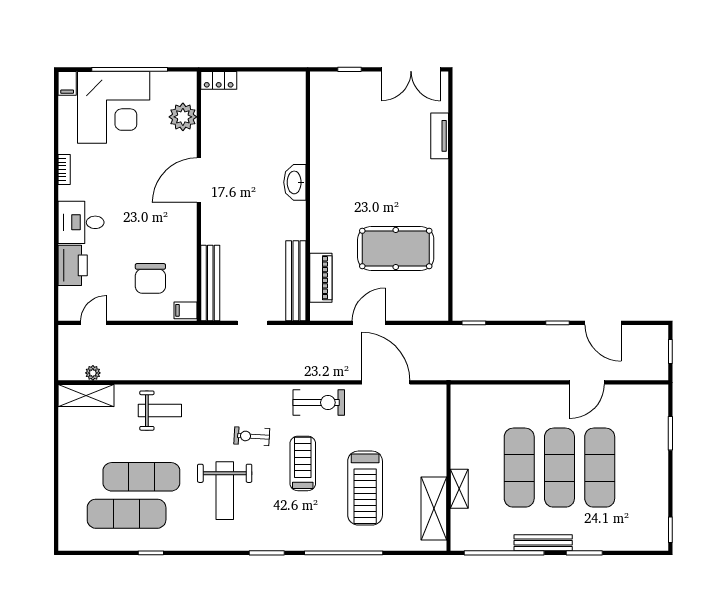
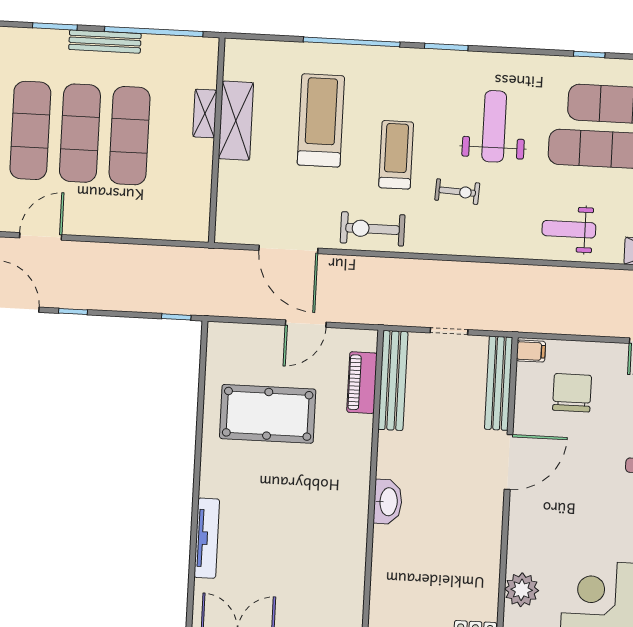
tv unit: (440, 136) -> (207, 538), width x1.41
door: (199, 180) -> (509, 462), moved
treadmill: (303, 463) -> (396, 155), turned 180
shelving: (434, 509) -> (236, 121), moved

